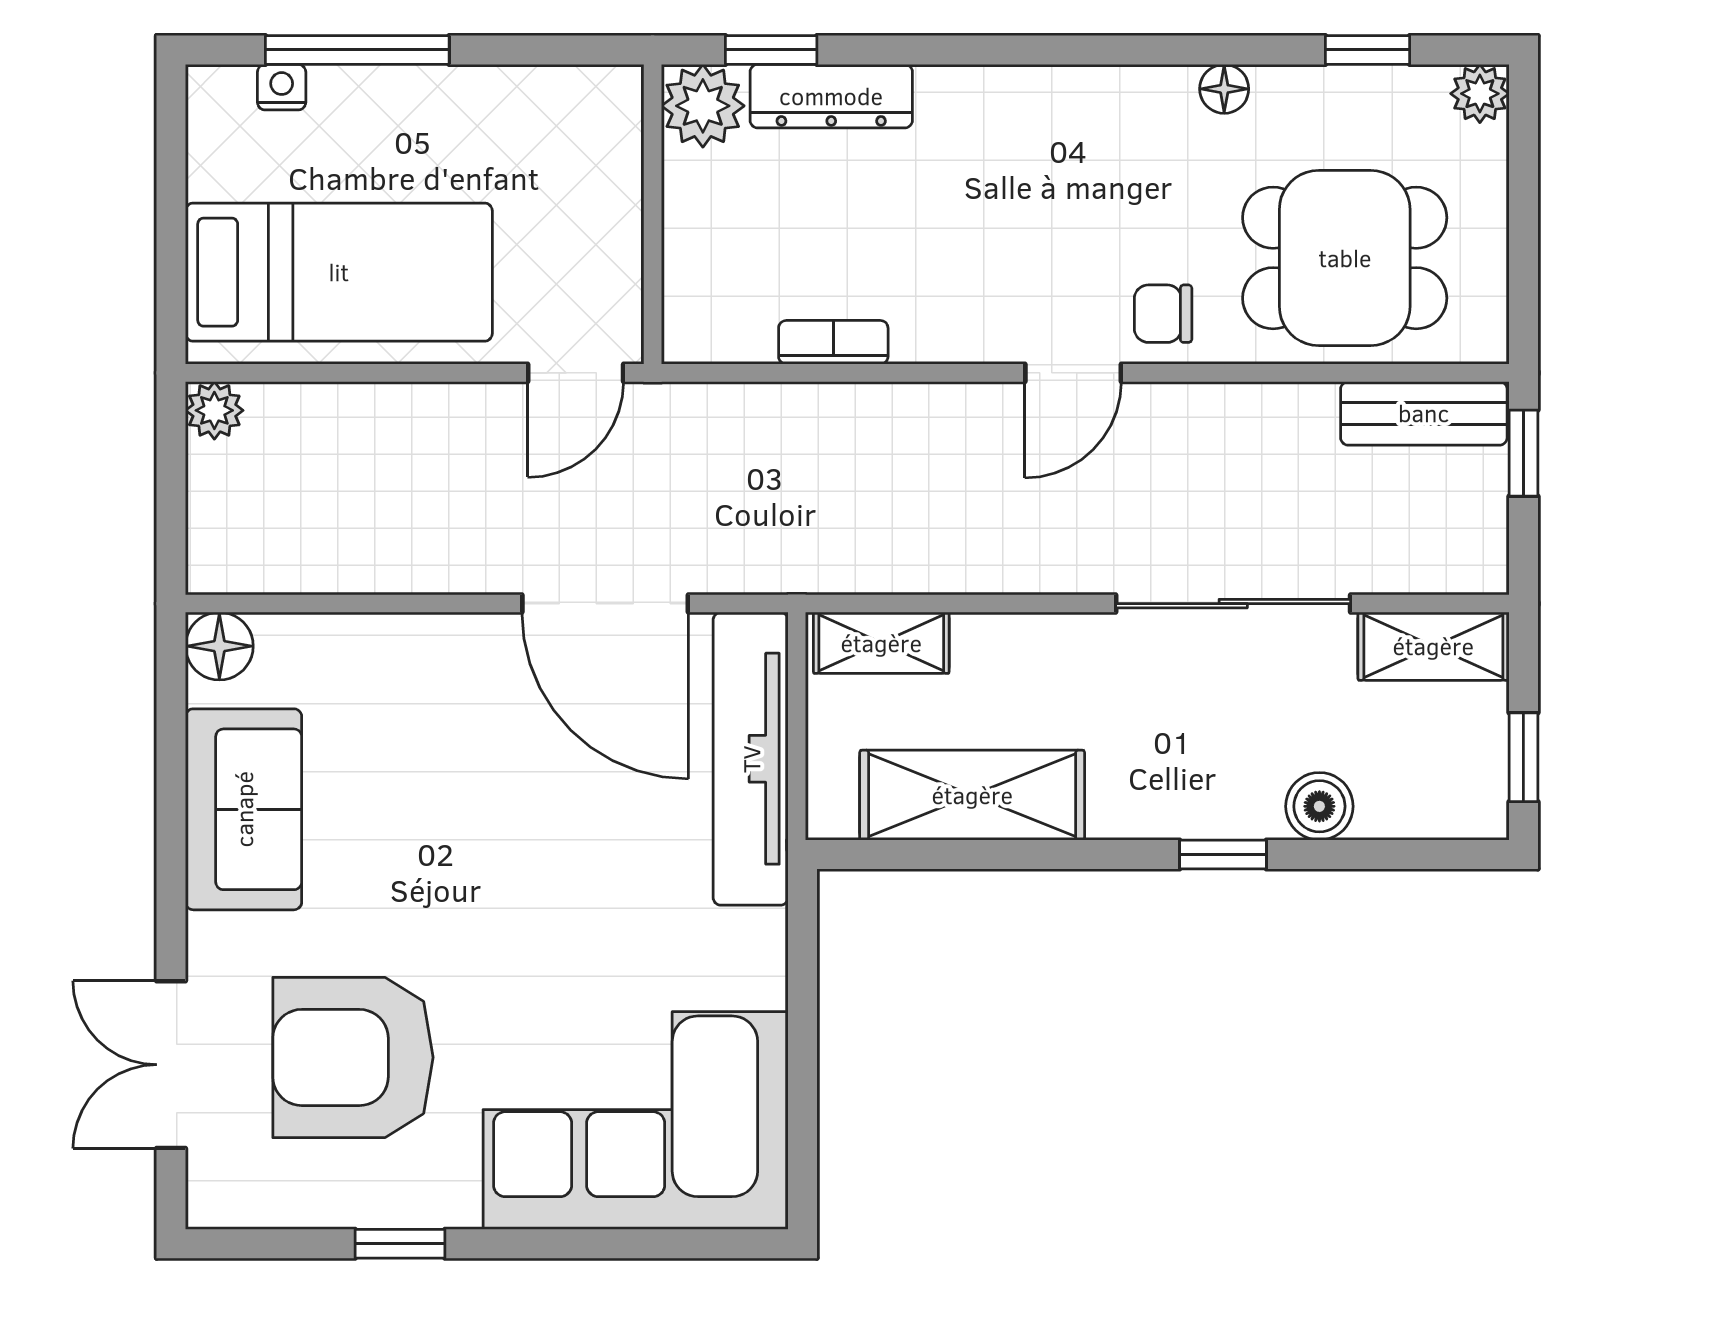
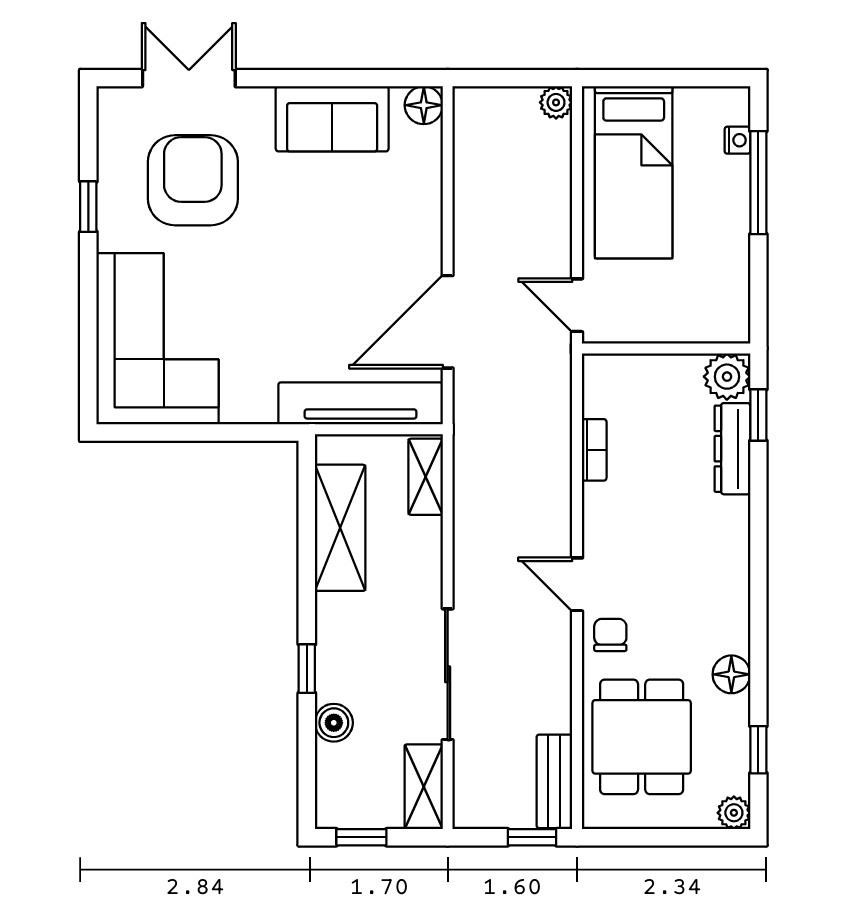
floor lamp: (1224, 89) -> (731, 674), width x1.37, depth x1.37

